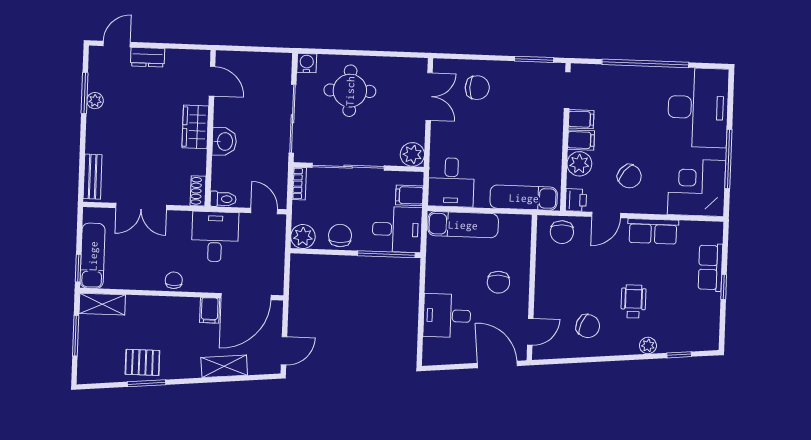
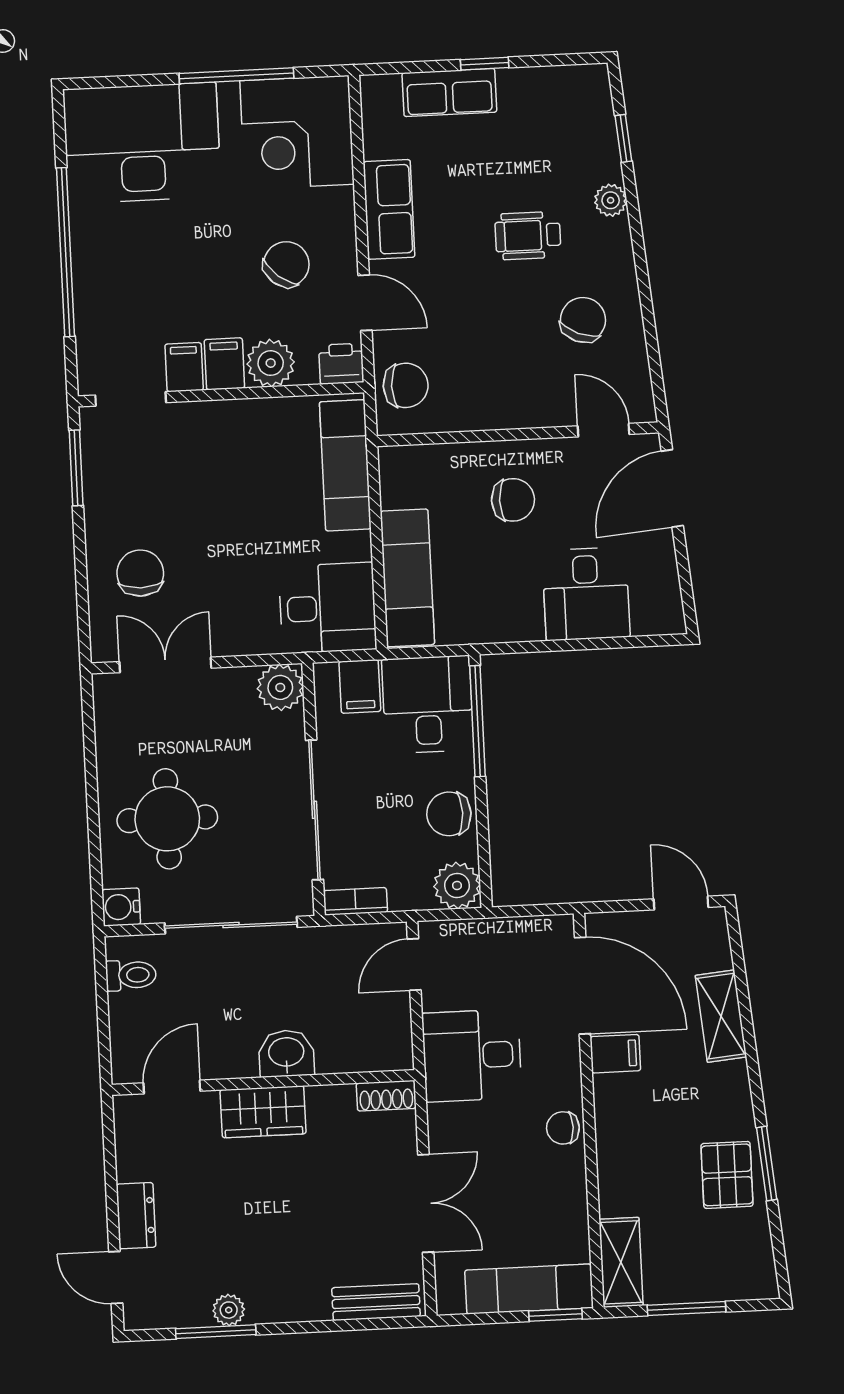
toilet: (223, 199) -> (131, 975), moved, turned 90

